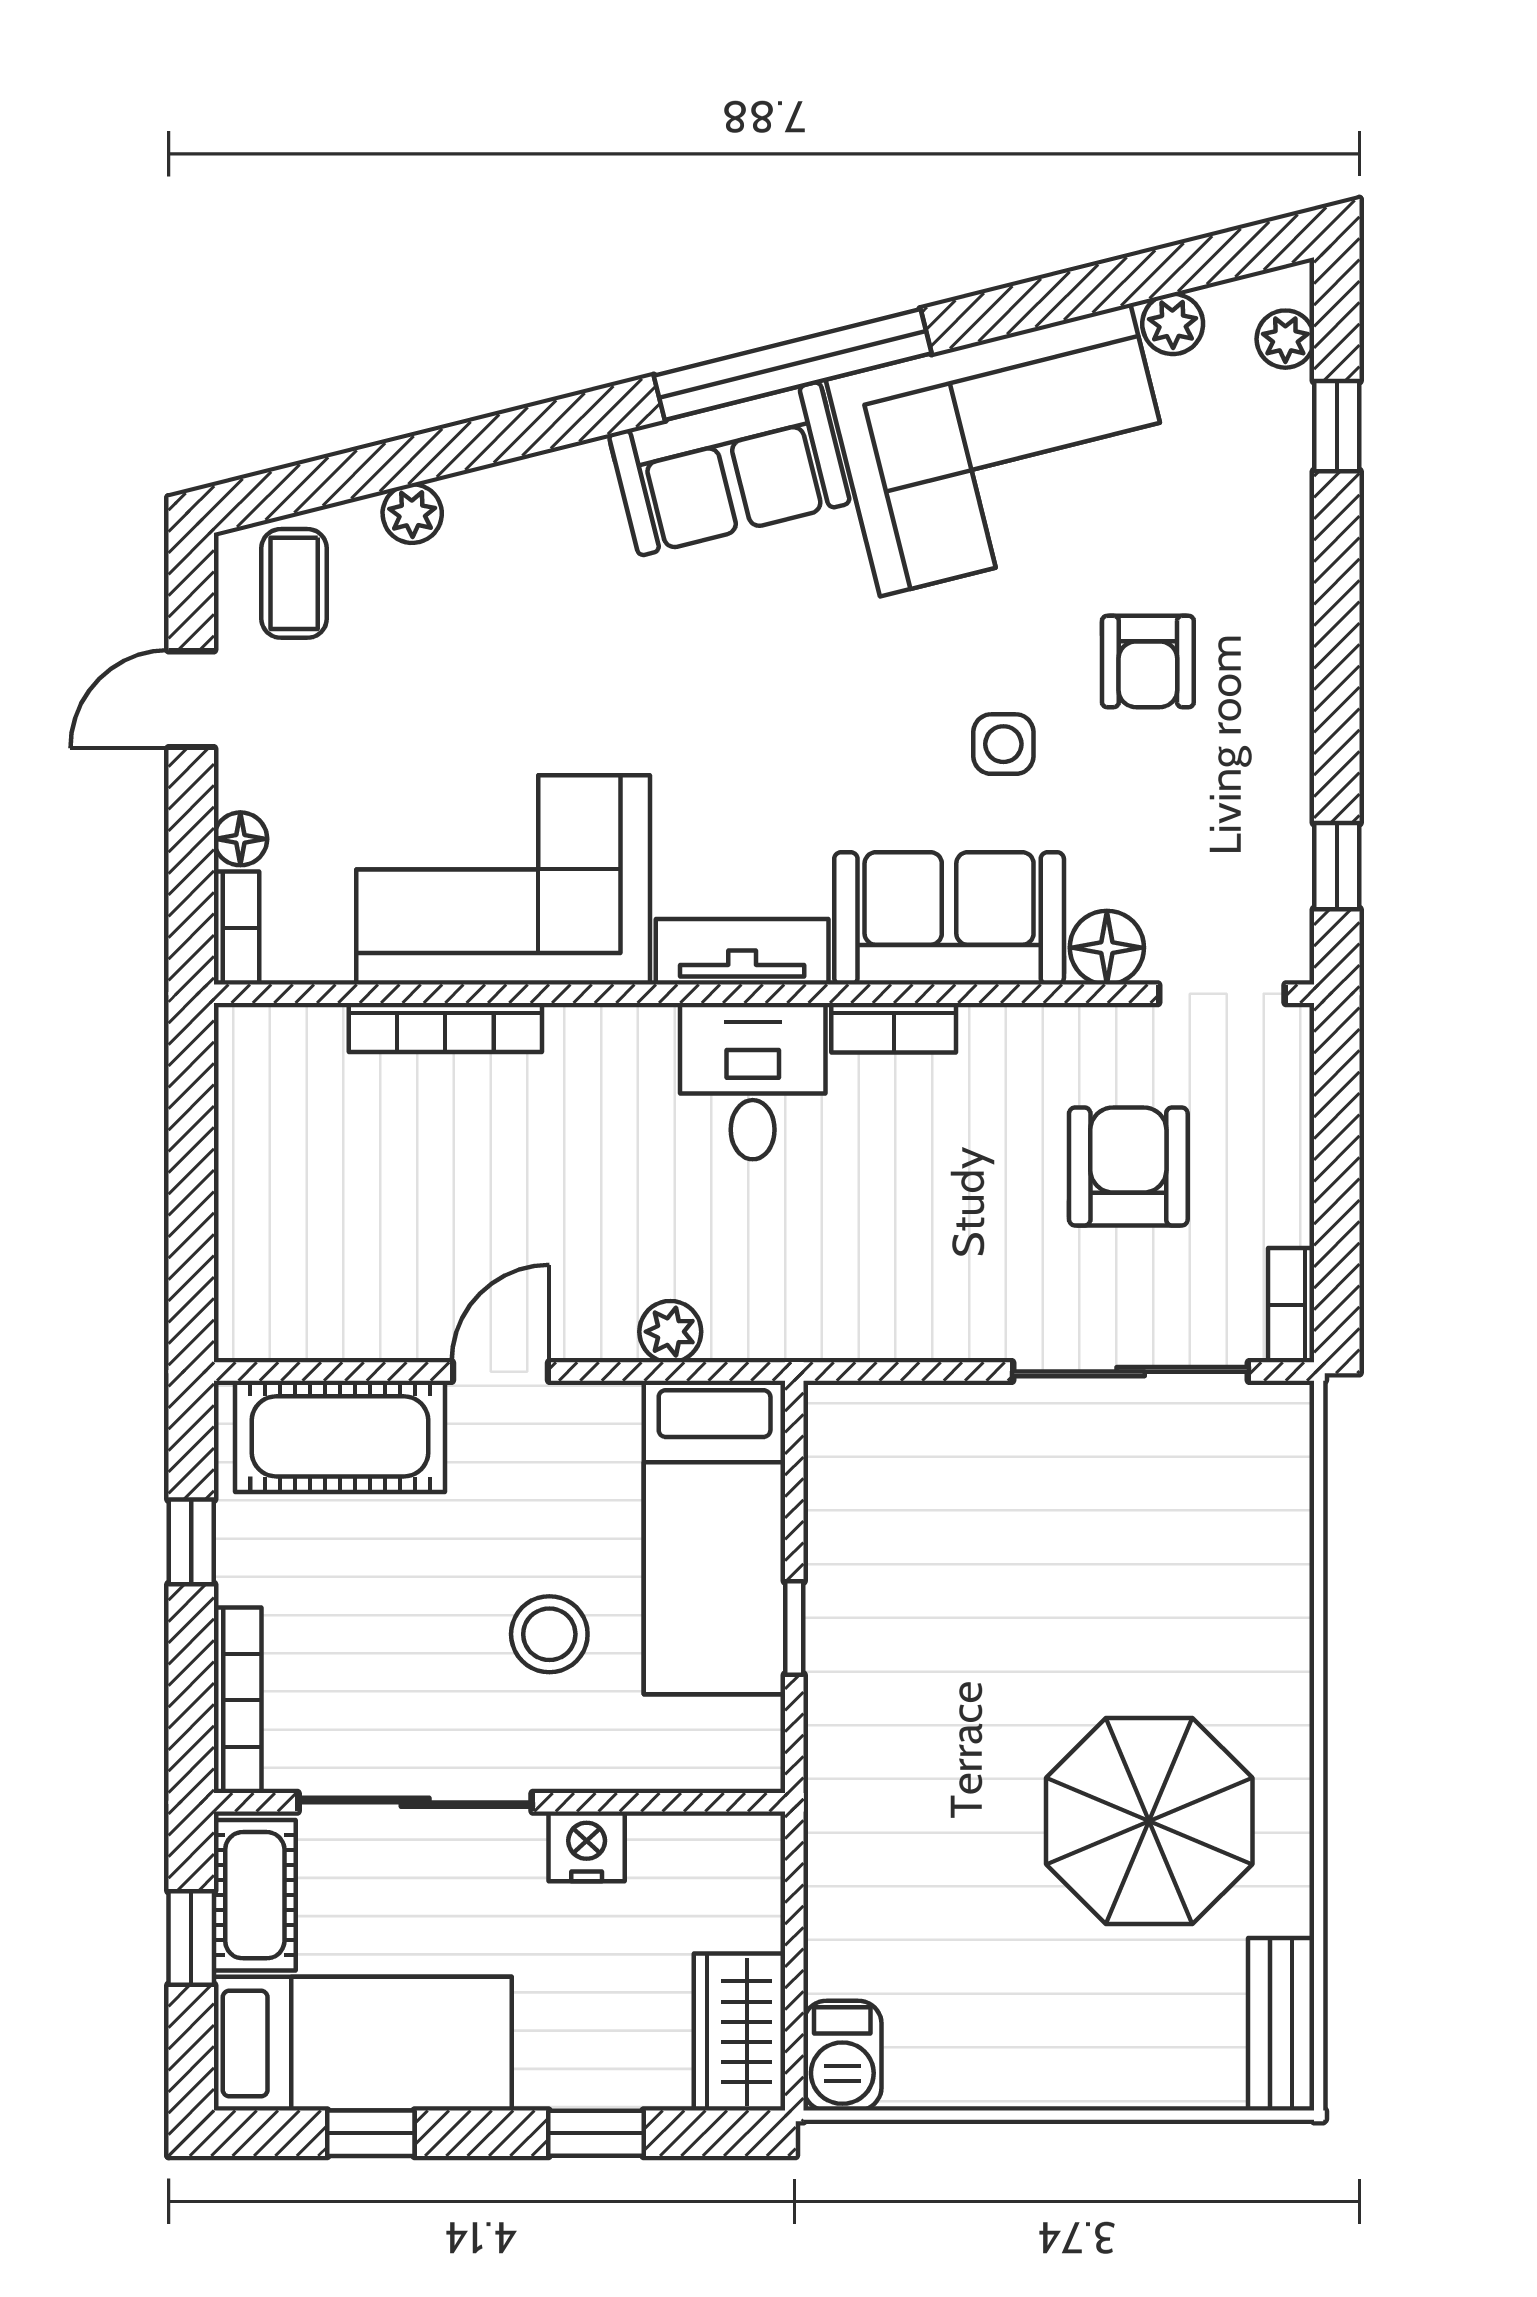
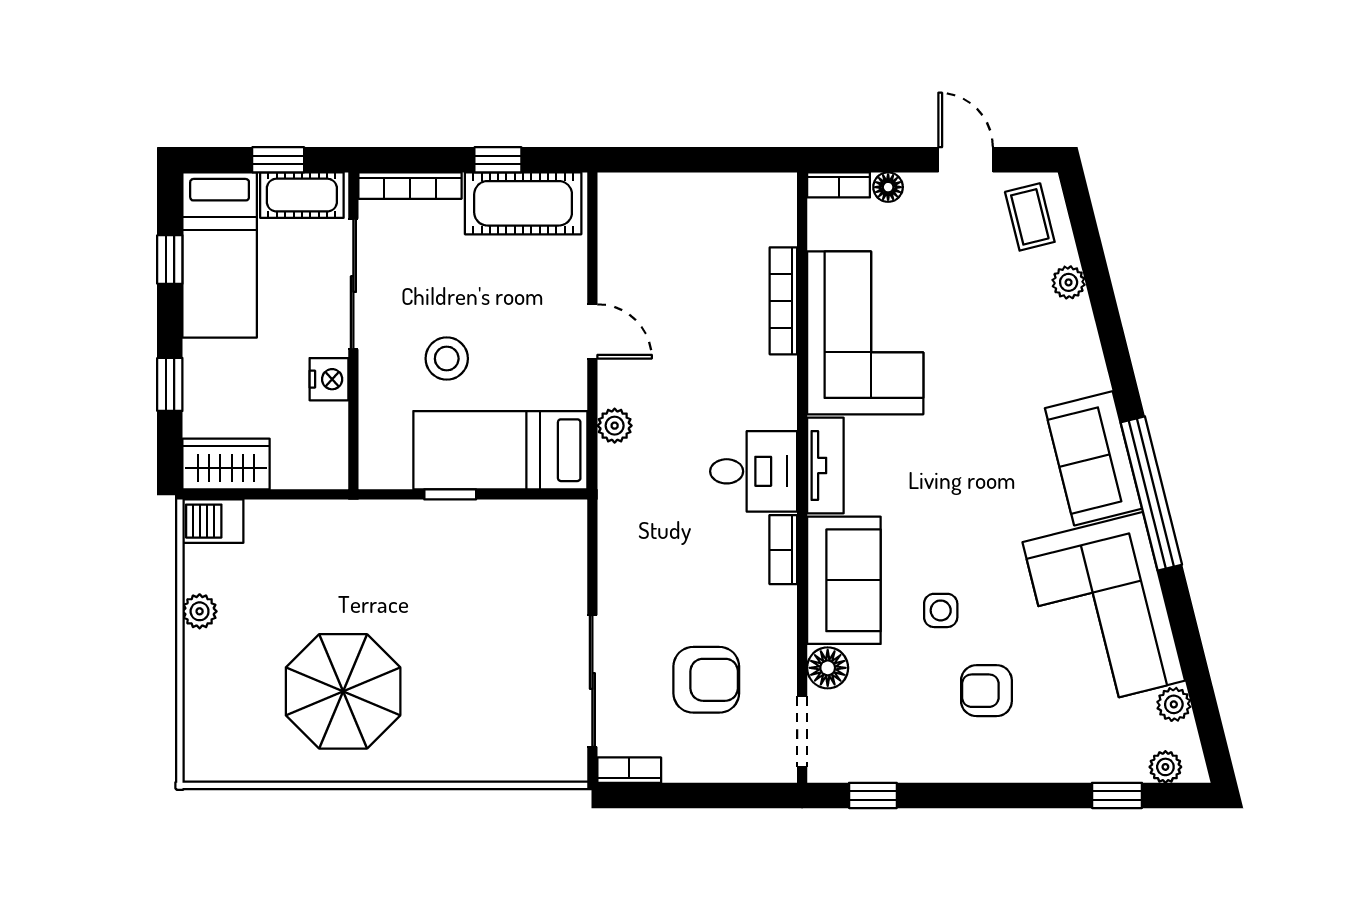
coffee table: (294, 583) -> (1030, 217), turned 76
cot: (340, 1436) -> (523, 203), moved, turned 90
bench: (1281, 2024) -> (230, 765), removed
plant: (1005, 2080) -> (200, 611), added

